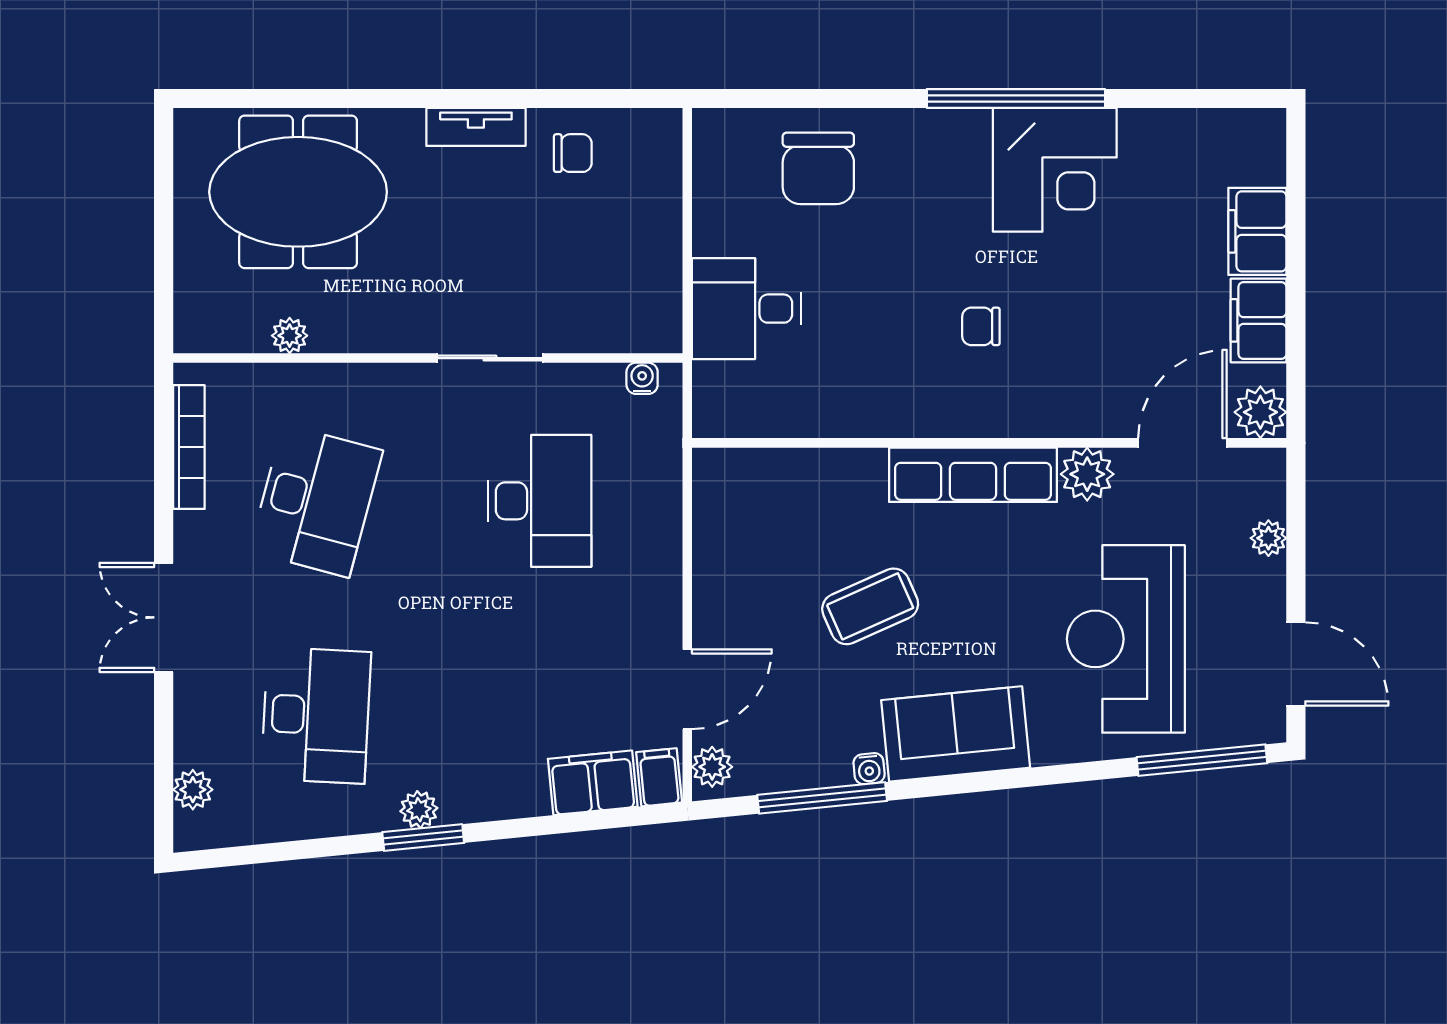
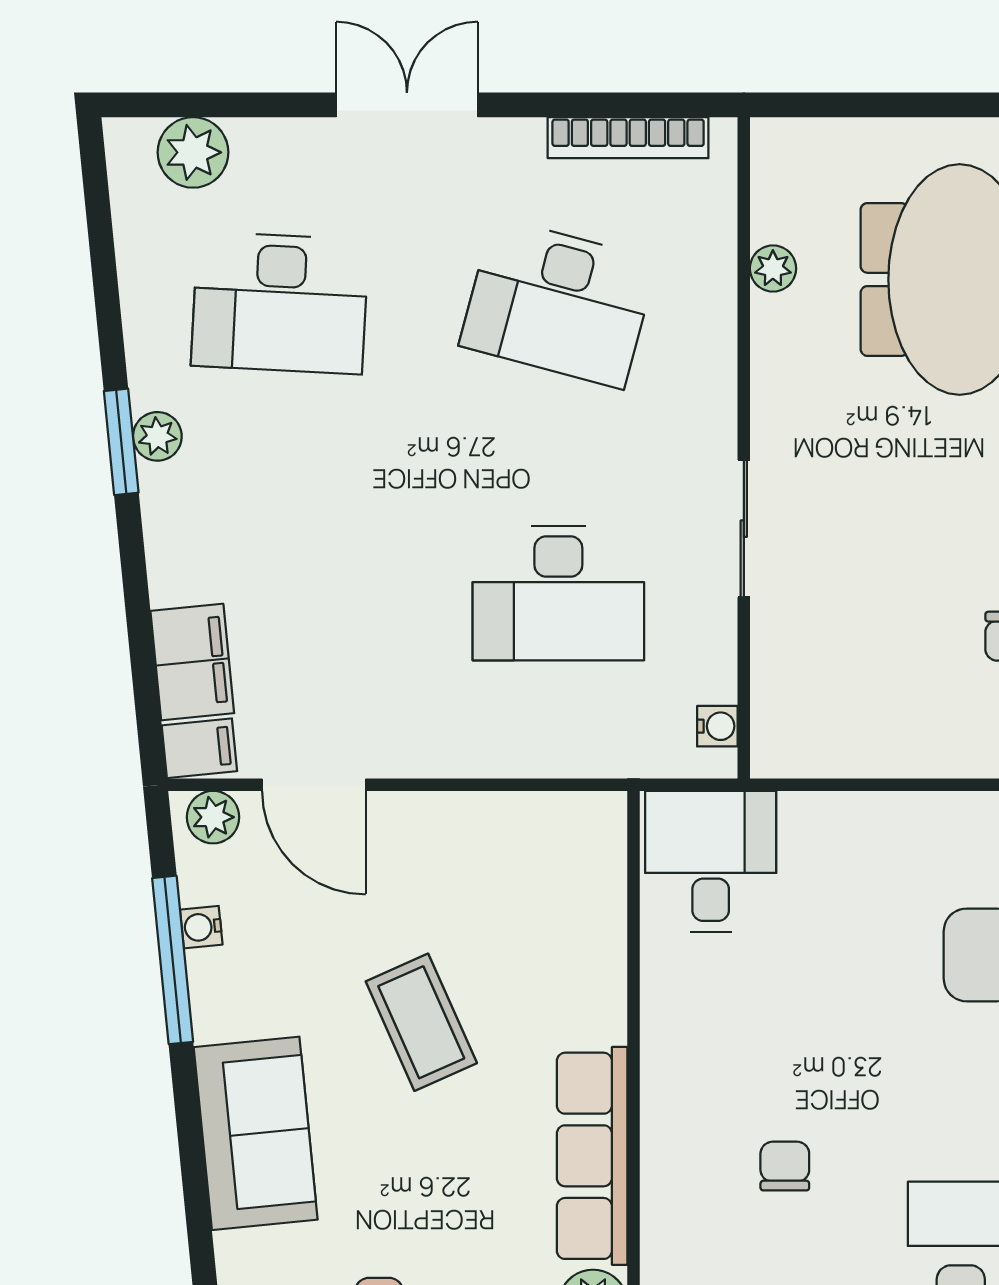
desk: (746, 309) -> (711, 862), moved
water cooler: (869, 769) -> (201, 927), moved
plant: (193, 790) -> (193, 152), width x1.38, depth x1.38

